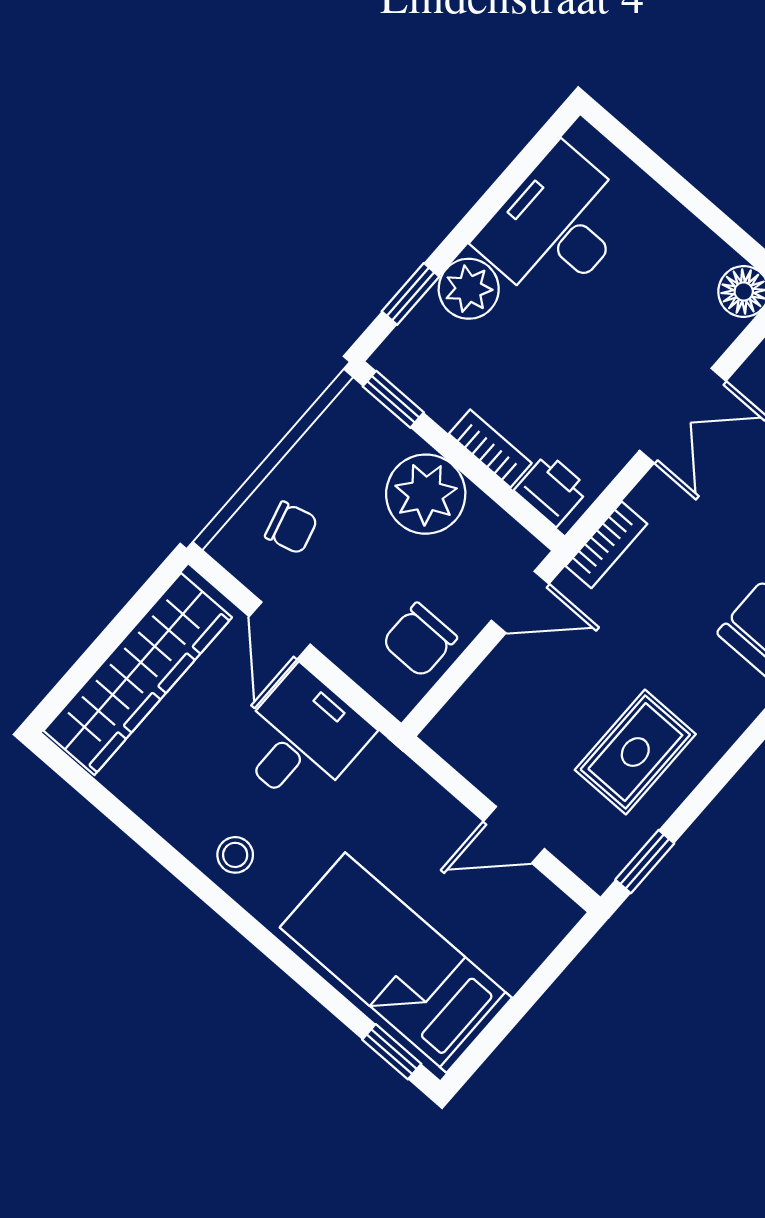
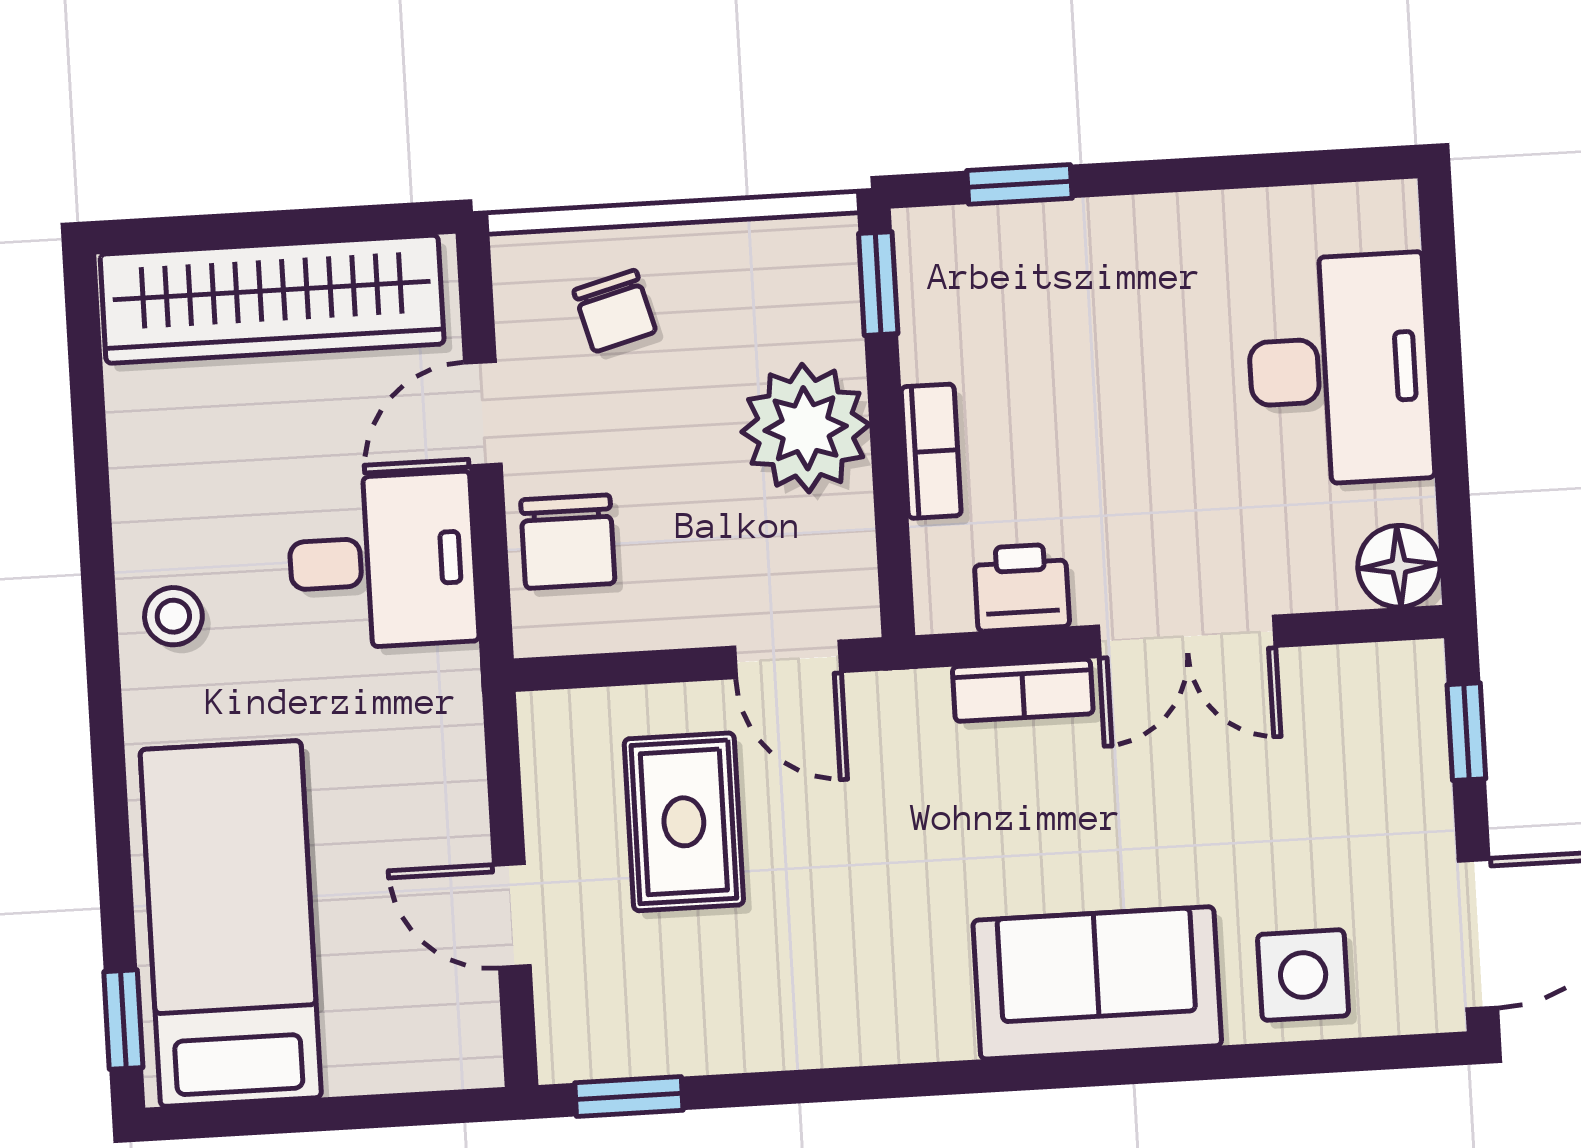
desk: (556, 227) -> (1340, 369), moved, turned 90
plant: (469, 289) -> (1091, 246), removed
printer: (552, 490) -> (1022, 587), moved, turned -90
bookcase: (606, 545) -> (1023, 690), moved
chair: (420, 640) -> (568, 542), moved, turned -90
rug: (635, 752) -> (684, 822), moved, turned 90

